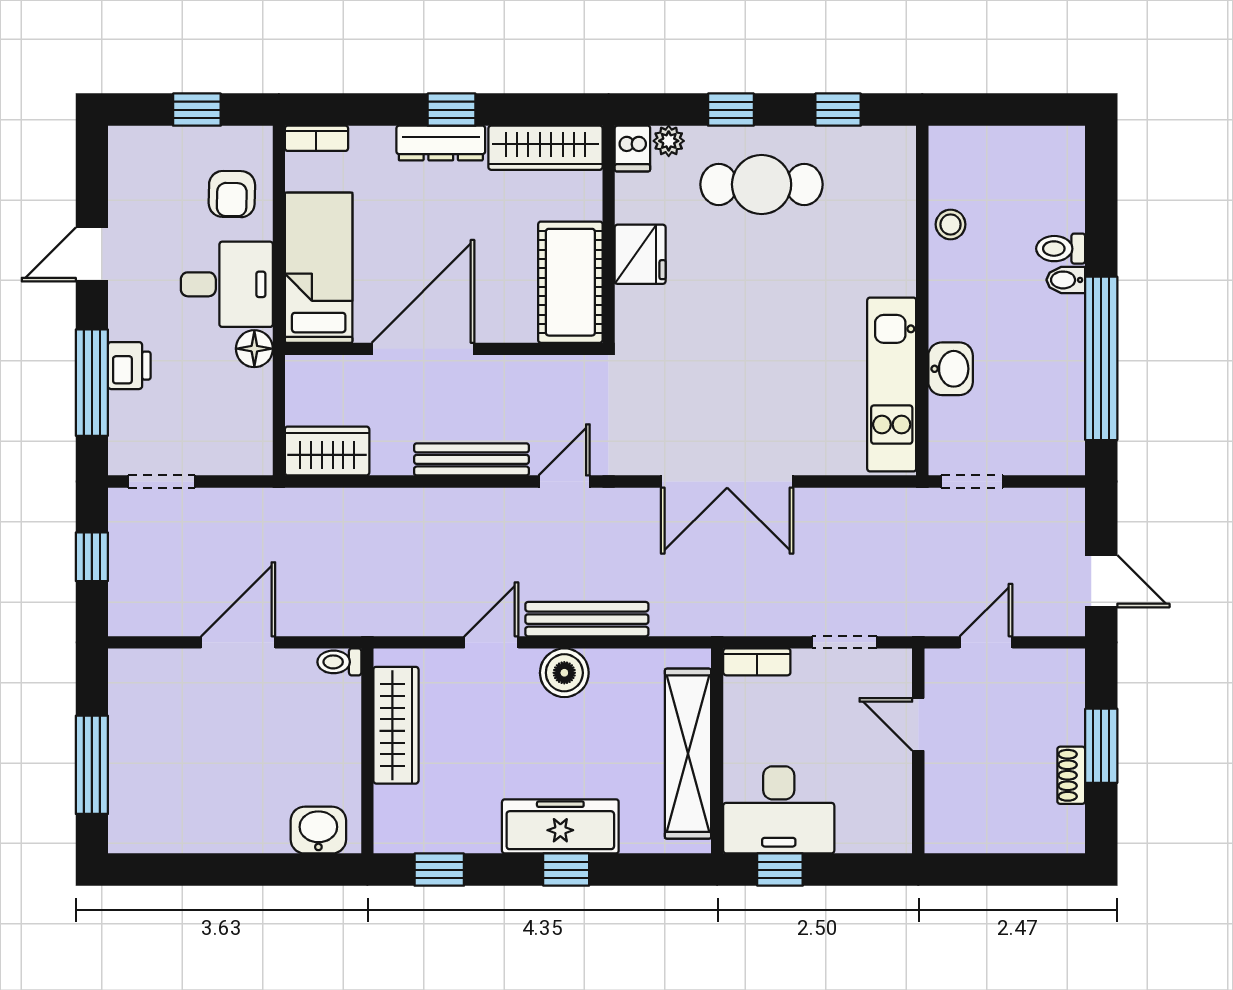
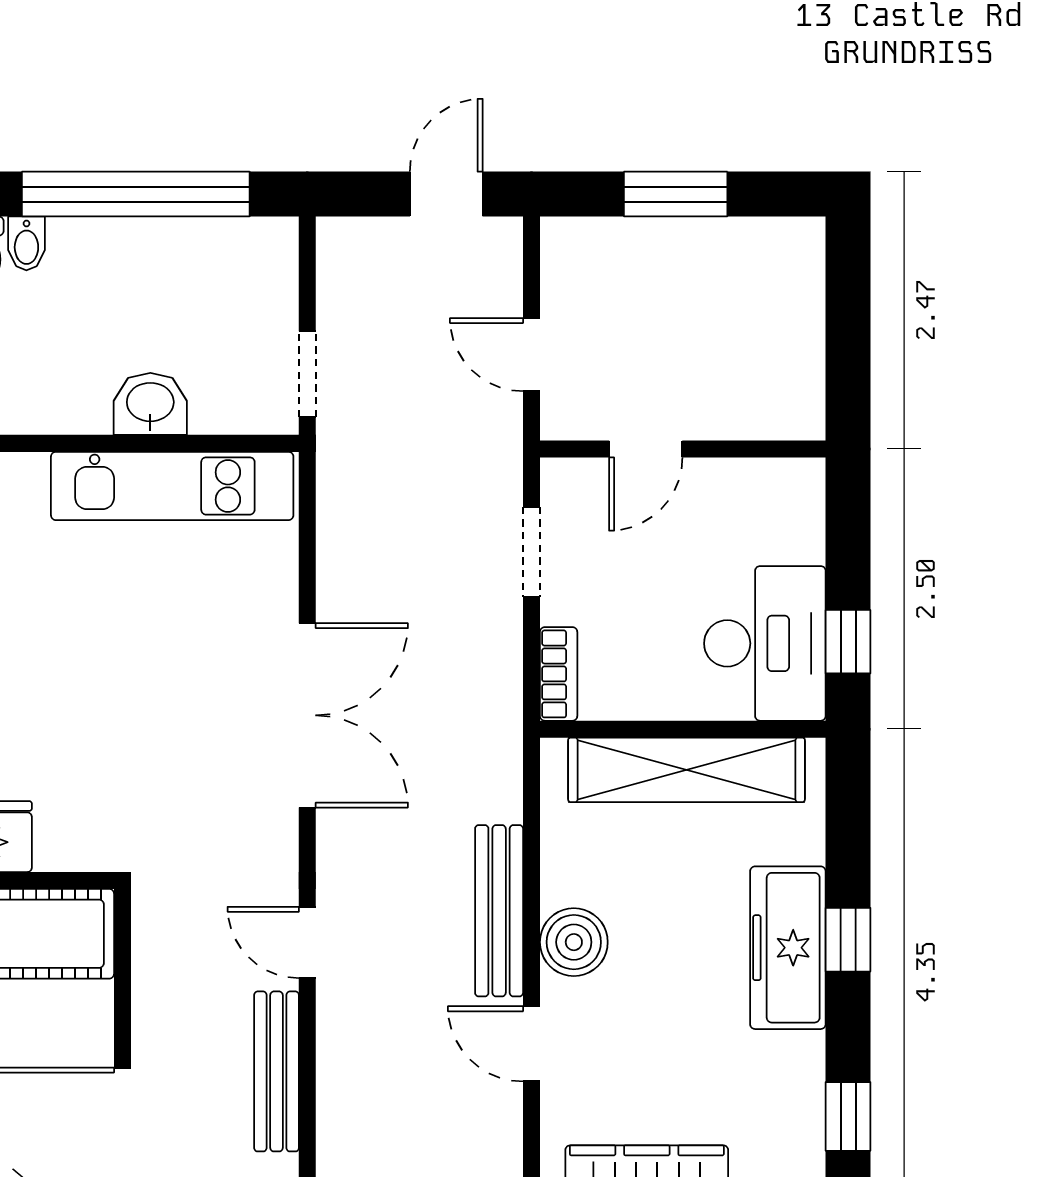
shoe rack: (1071, 775) -> (717, 236), removed

